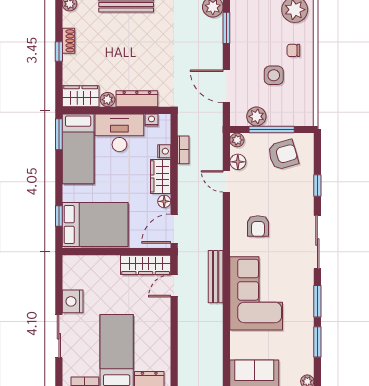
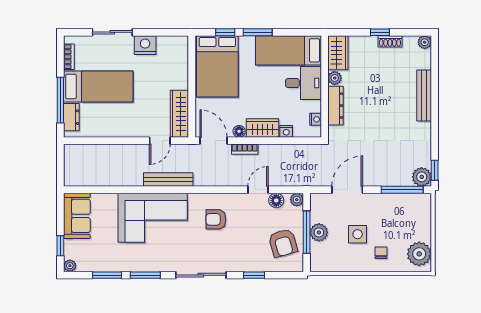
window: (226, 28) -> (402, 190), width x1.44
plant: (256, 116) -> (319, 232), moved
desk: (119, 133) -> (304, 83), width x0.73
window: (59, 134) -> (258, 32), moved
bookcase: (183, 150) -> (245, 149), moved
door: (174, 286) -> (160, 141), swing flipped

